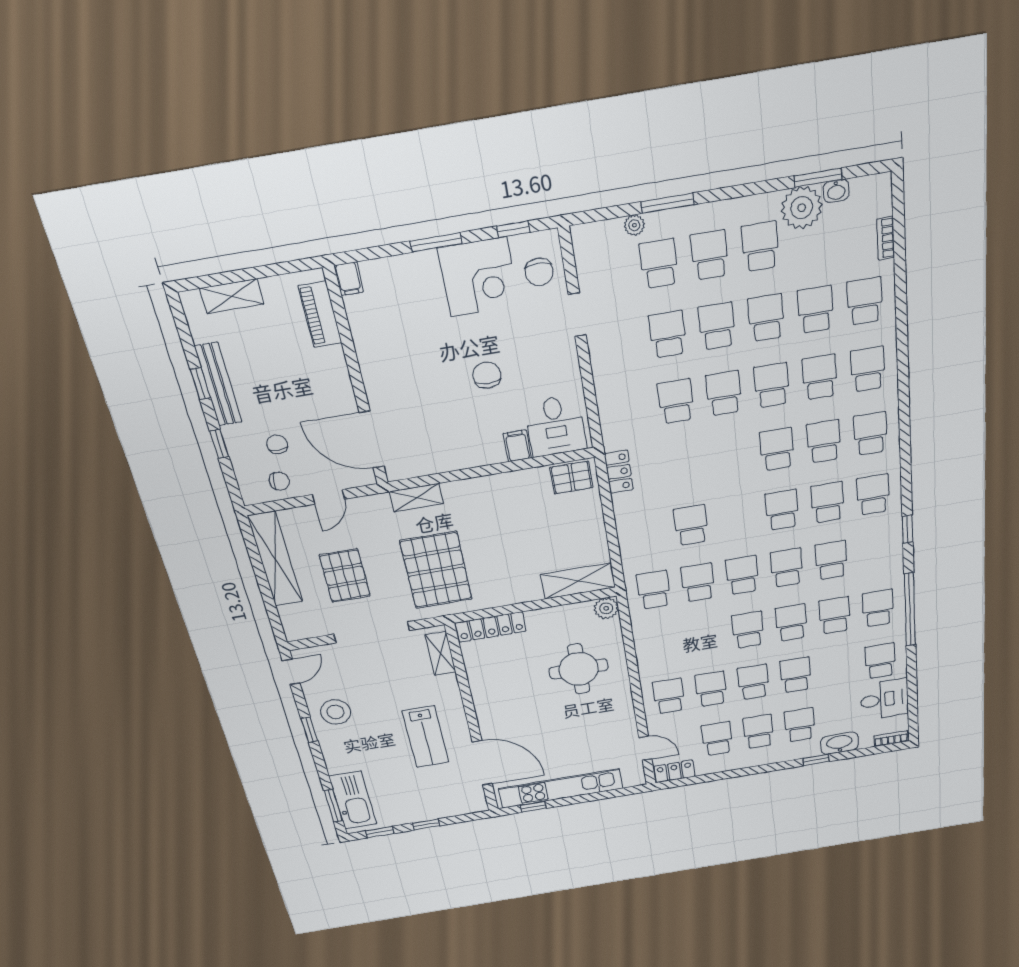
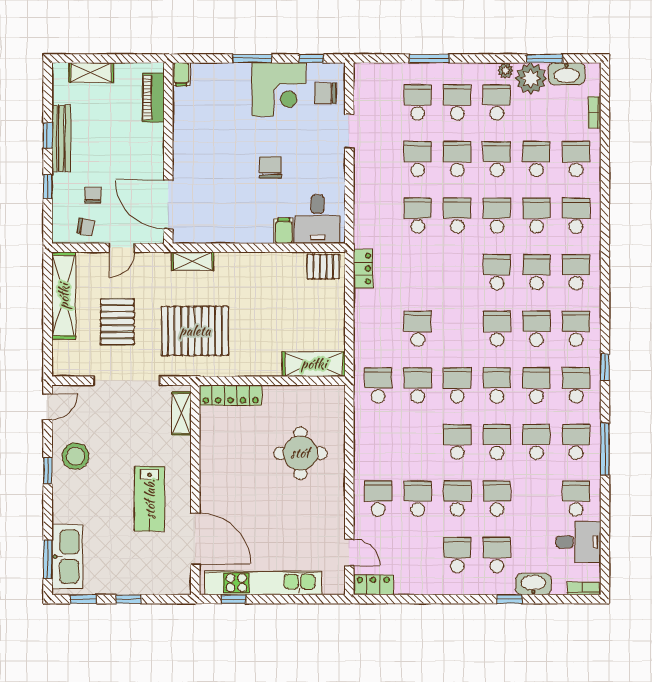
washbasin: (836, 191) -> (567, 74), width x1.91, depth x1.45
plant: (634, 225) -> (505, 70), moved
chair: (539, 272) -> (325, 93), turned 90
pallet: (436, 570) -> (195, 331), turned 90
plant: (606, 608) -> (334, 396), removed
window: (910, 610) -> (605, 449), width x0.68
school desk: (717, 739) -> (576, 385), moved

